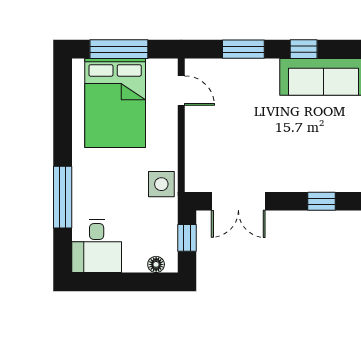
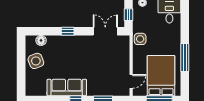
door: (181, 91) -> (131, 81), swing flipped
window: (63, 197) -> (185, 58), moved

